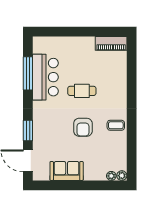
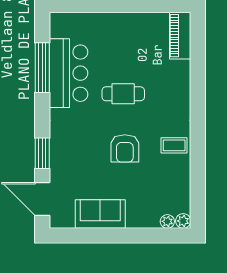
piano: (111, 43) -> (180, 36), moved, turned 90

